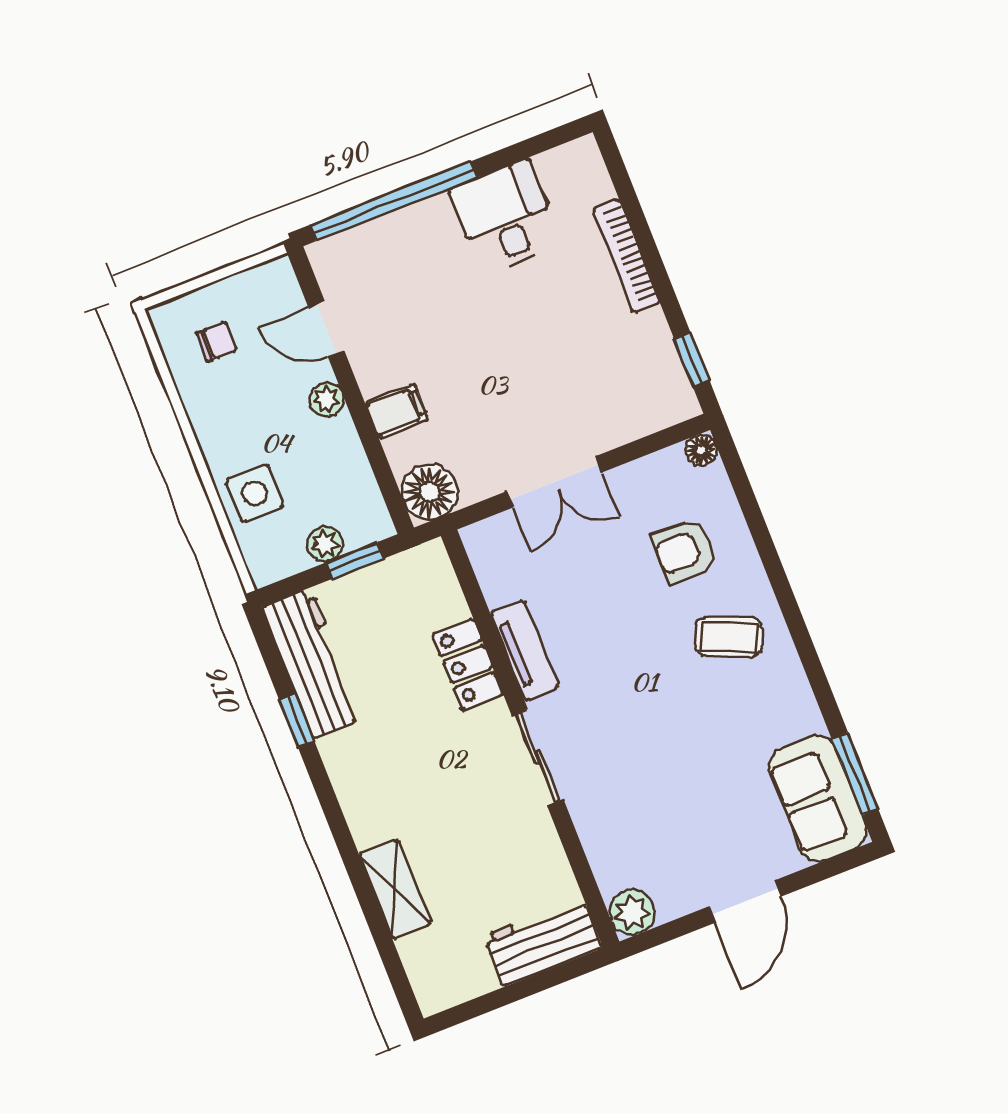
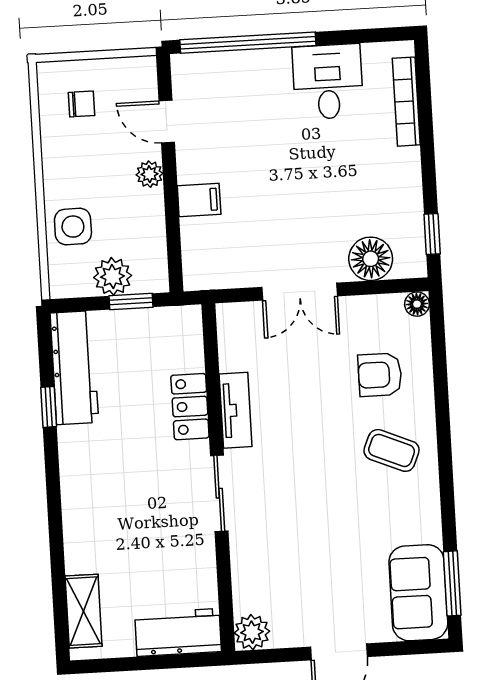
bookcase: (626, 256) -> (406, 102), moved
floor lamp: (430, 492) -> (371, 259), moved
plant: (325, 544) -> (113, 276), width x1.38, depth x1.38
shelving: (395, 889) -> (84, 611), moved

